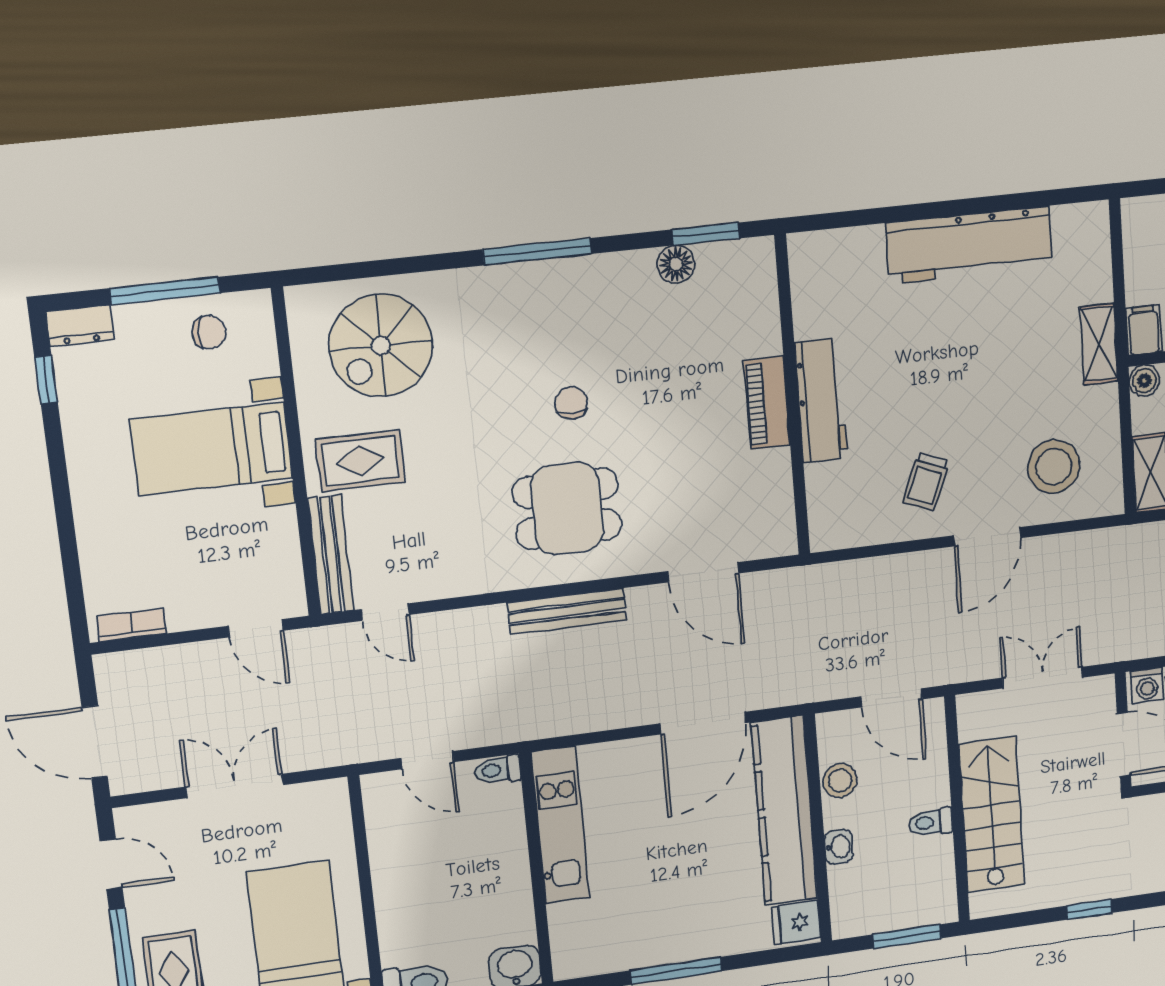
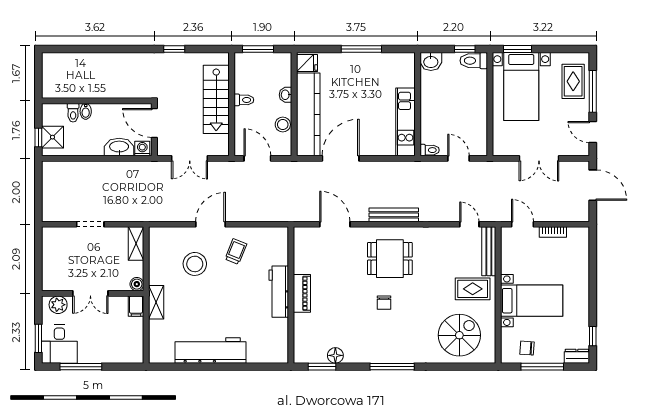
stool: (1054, 467) -> (195, 264), moved
bookcase: (132, 625) -> (553, 232), moved

